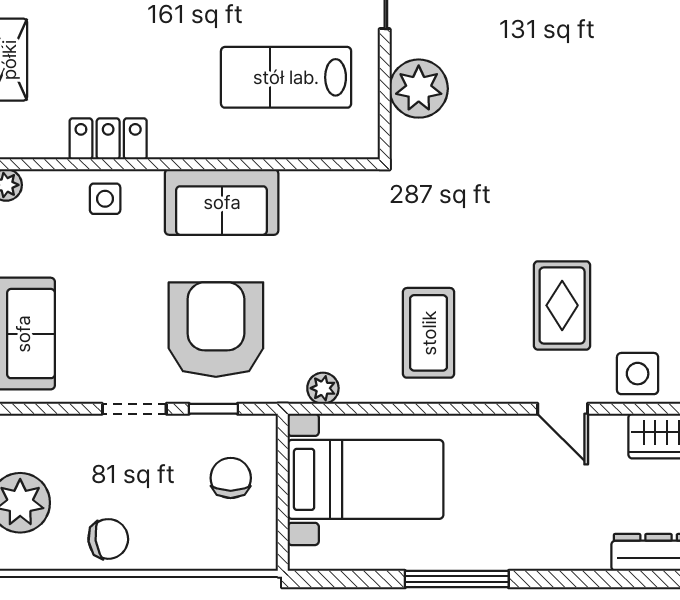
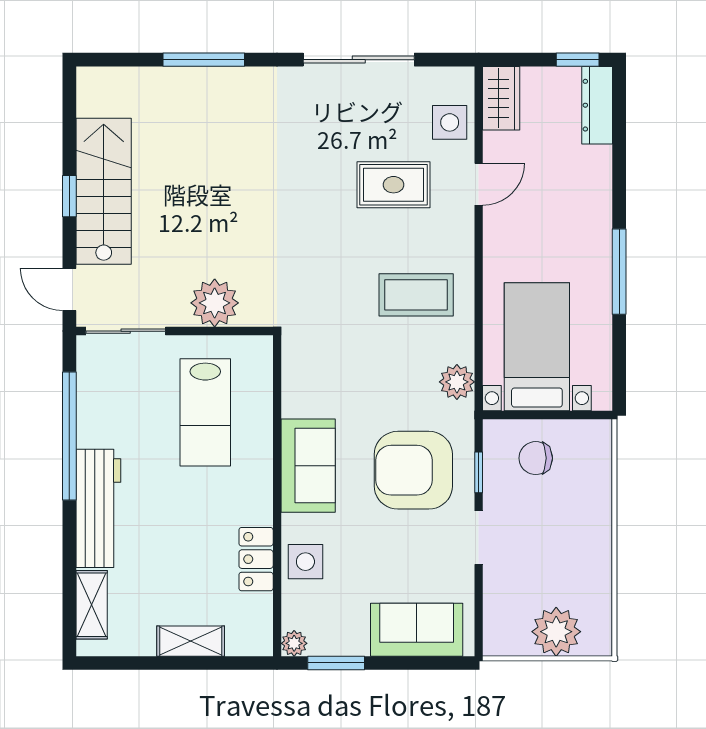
side table: (105, 199) -> (305, 562), width x1.37, depth x1.37
plant: (323, 388) -> (457, 382), width x1.38, depth x1.38
chair: (108, 539) -> (586, 559), removed

